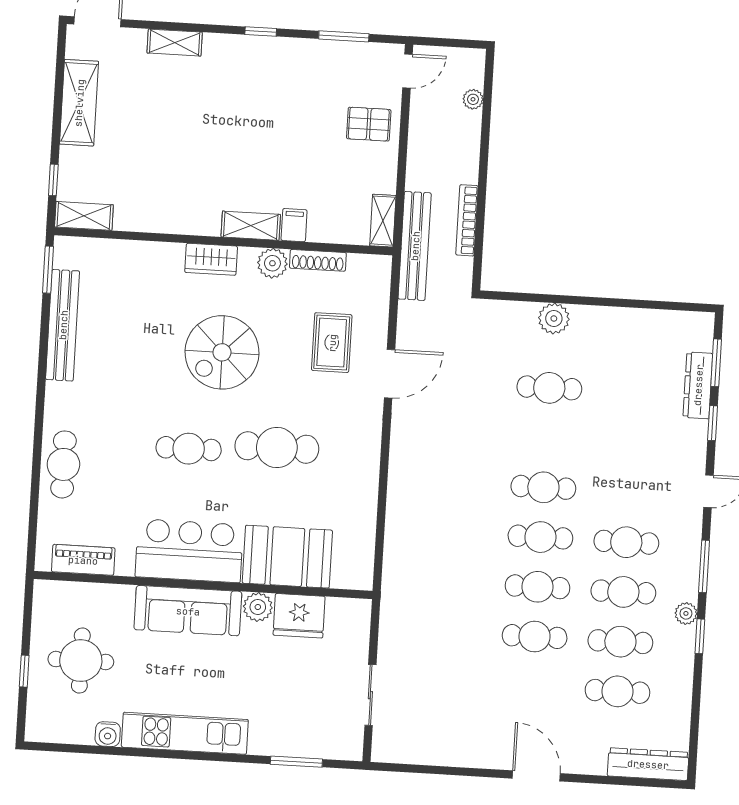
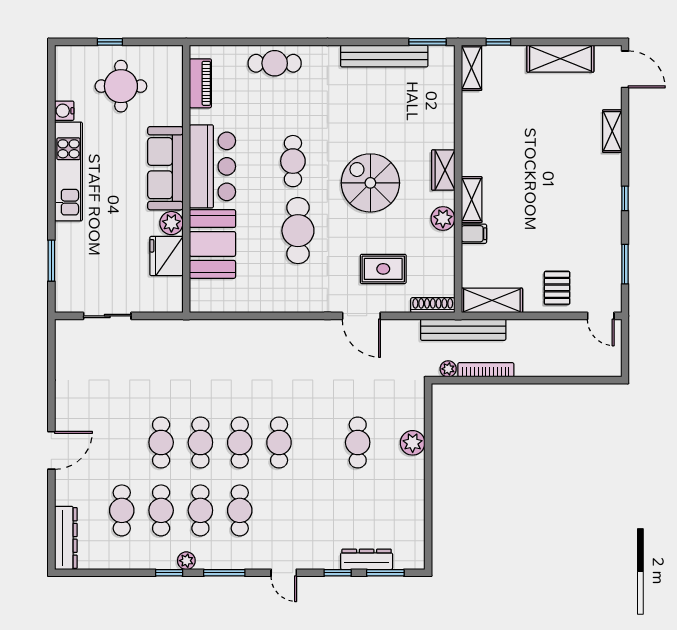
plant: (473, 99) -> (448, 369), moved
shelving: (383, 221) -> (492, 300), width x1.50, depth x1.33
shoe rack: (318, 260) -> (433, 305), moved, turned 90

